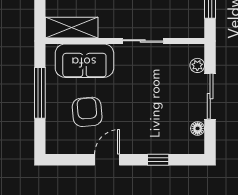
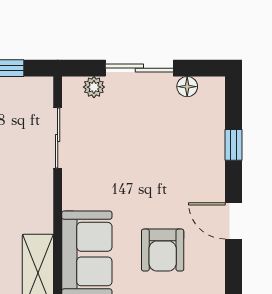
sliding door: (143, 41) -> (58, 138), moved
armchair: (87, 112) -> (163, 250), turned -85

